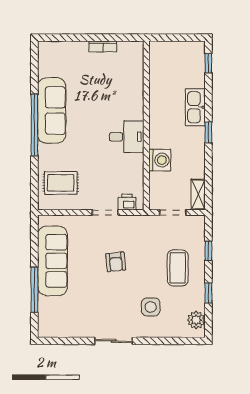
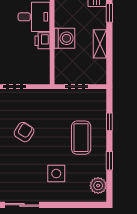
shelving: (198, 195) -> (100, 44), moved
printer: (127, 202) -> (43, 41), moved, turned -90
armchair: (116, 262) -> (24, 132), turned -141

